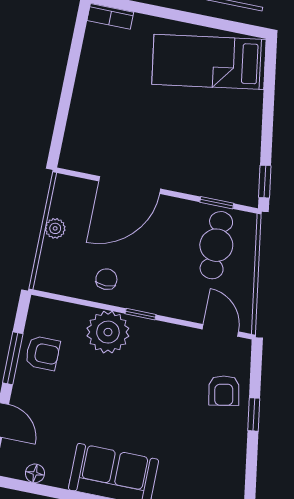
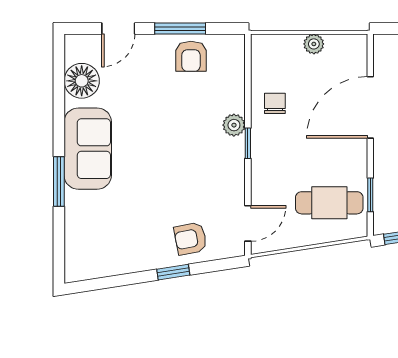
door: (130, 185) -> (370, 107), hinge flipped
chair: (106, 279) -> (275, 103), turned -90
plant: (108, 332) -> (234, 125), width x0.53, depth x0.53
floor lamp: (35, 473) -> (82, 81), width x1.89, depth x1.89

